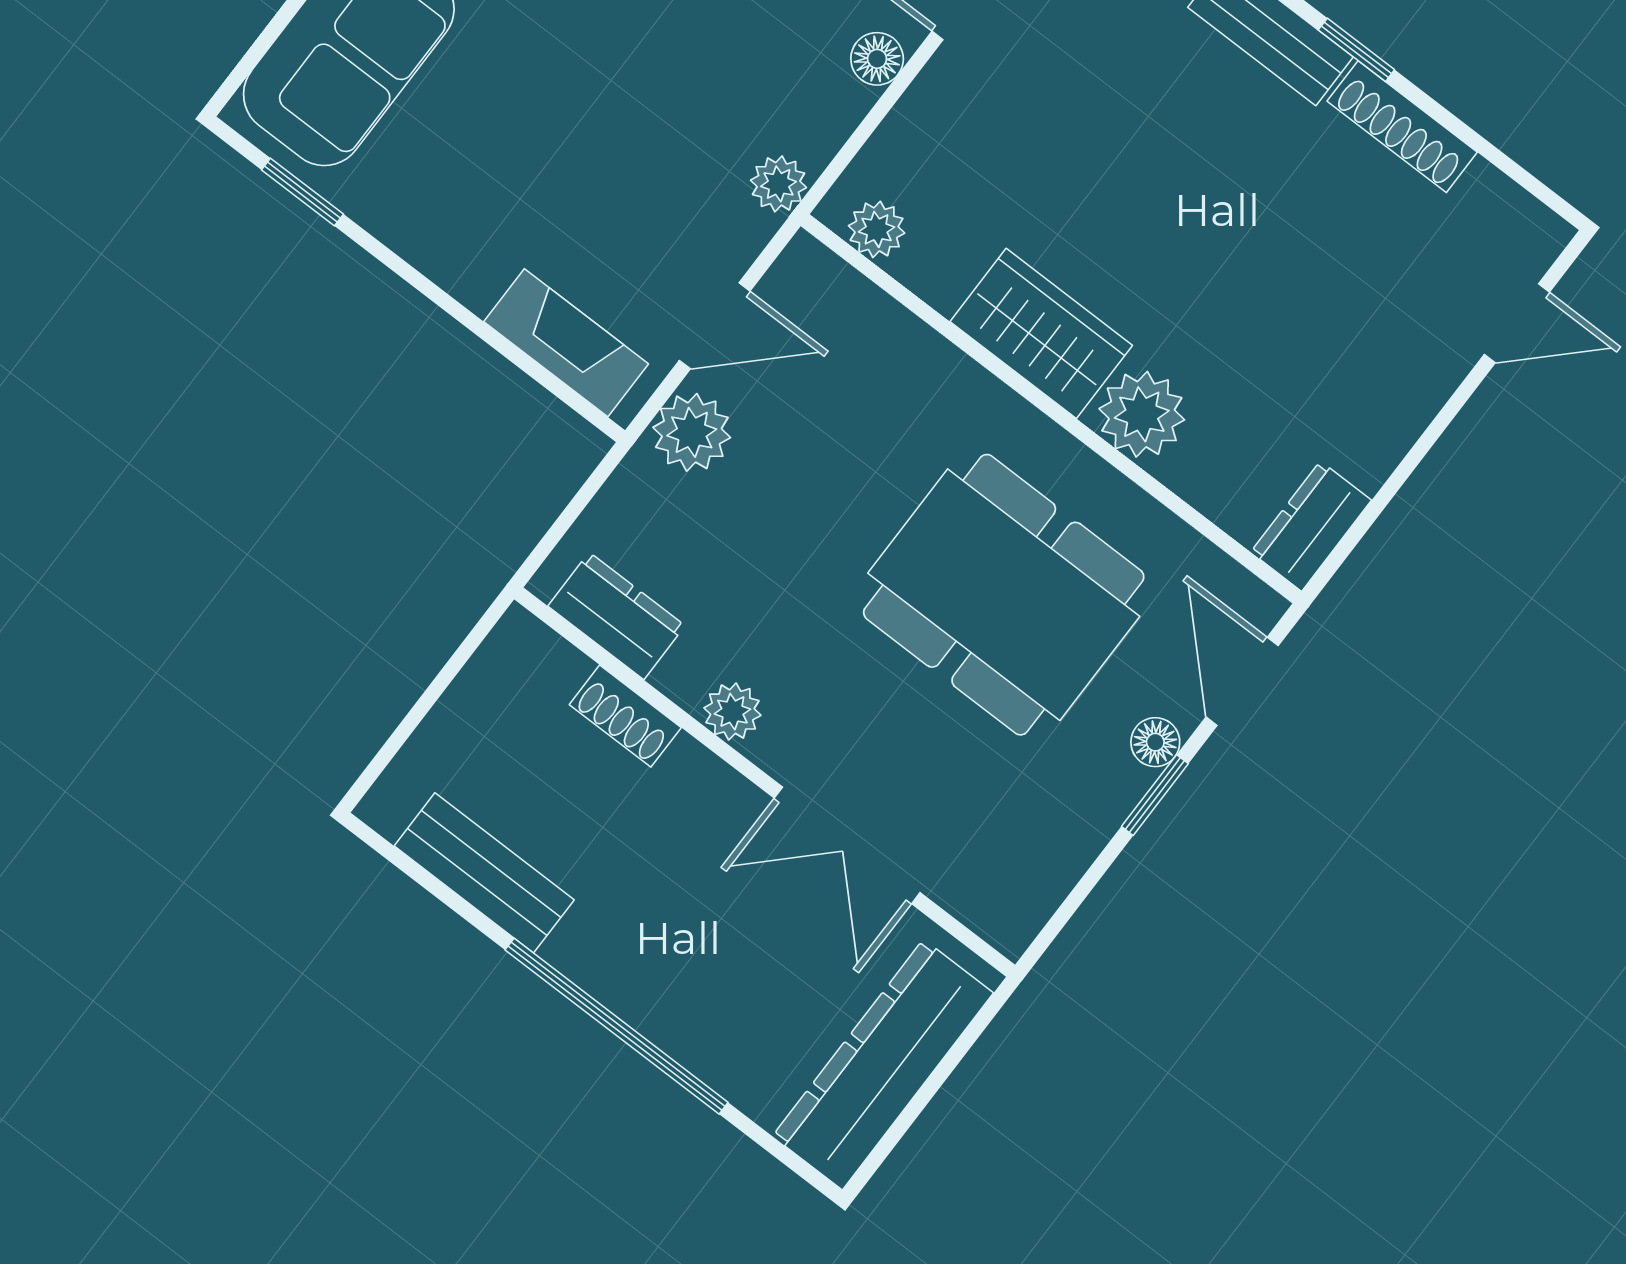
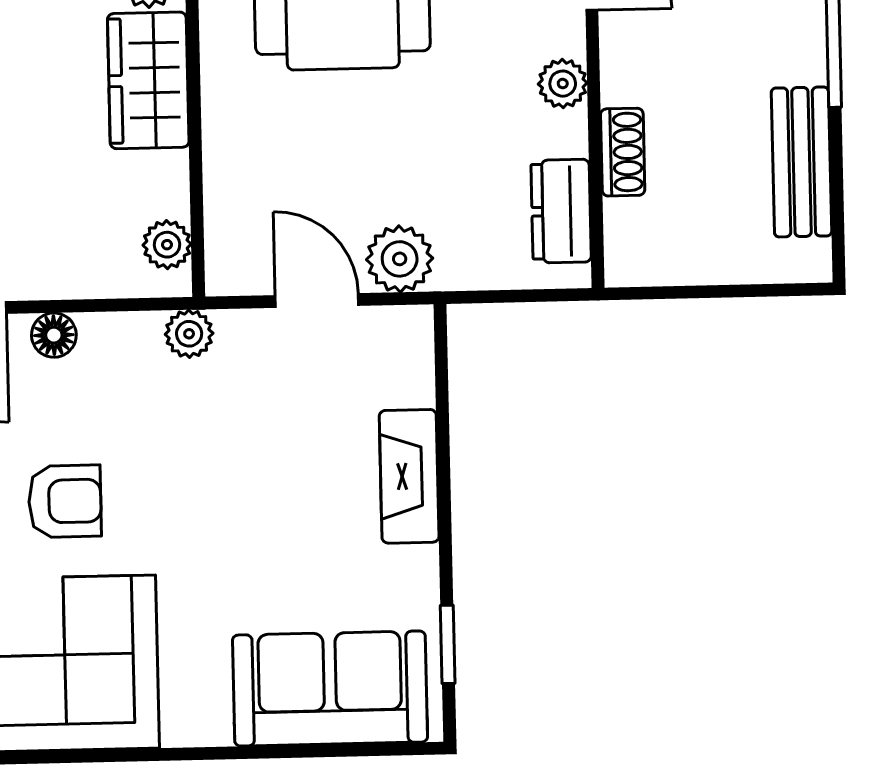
fireplace: (566, 343) -> (409, 476), moved

